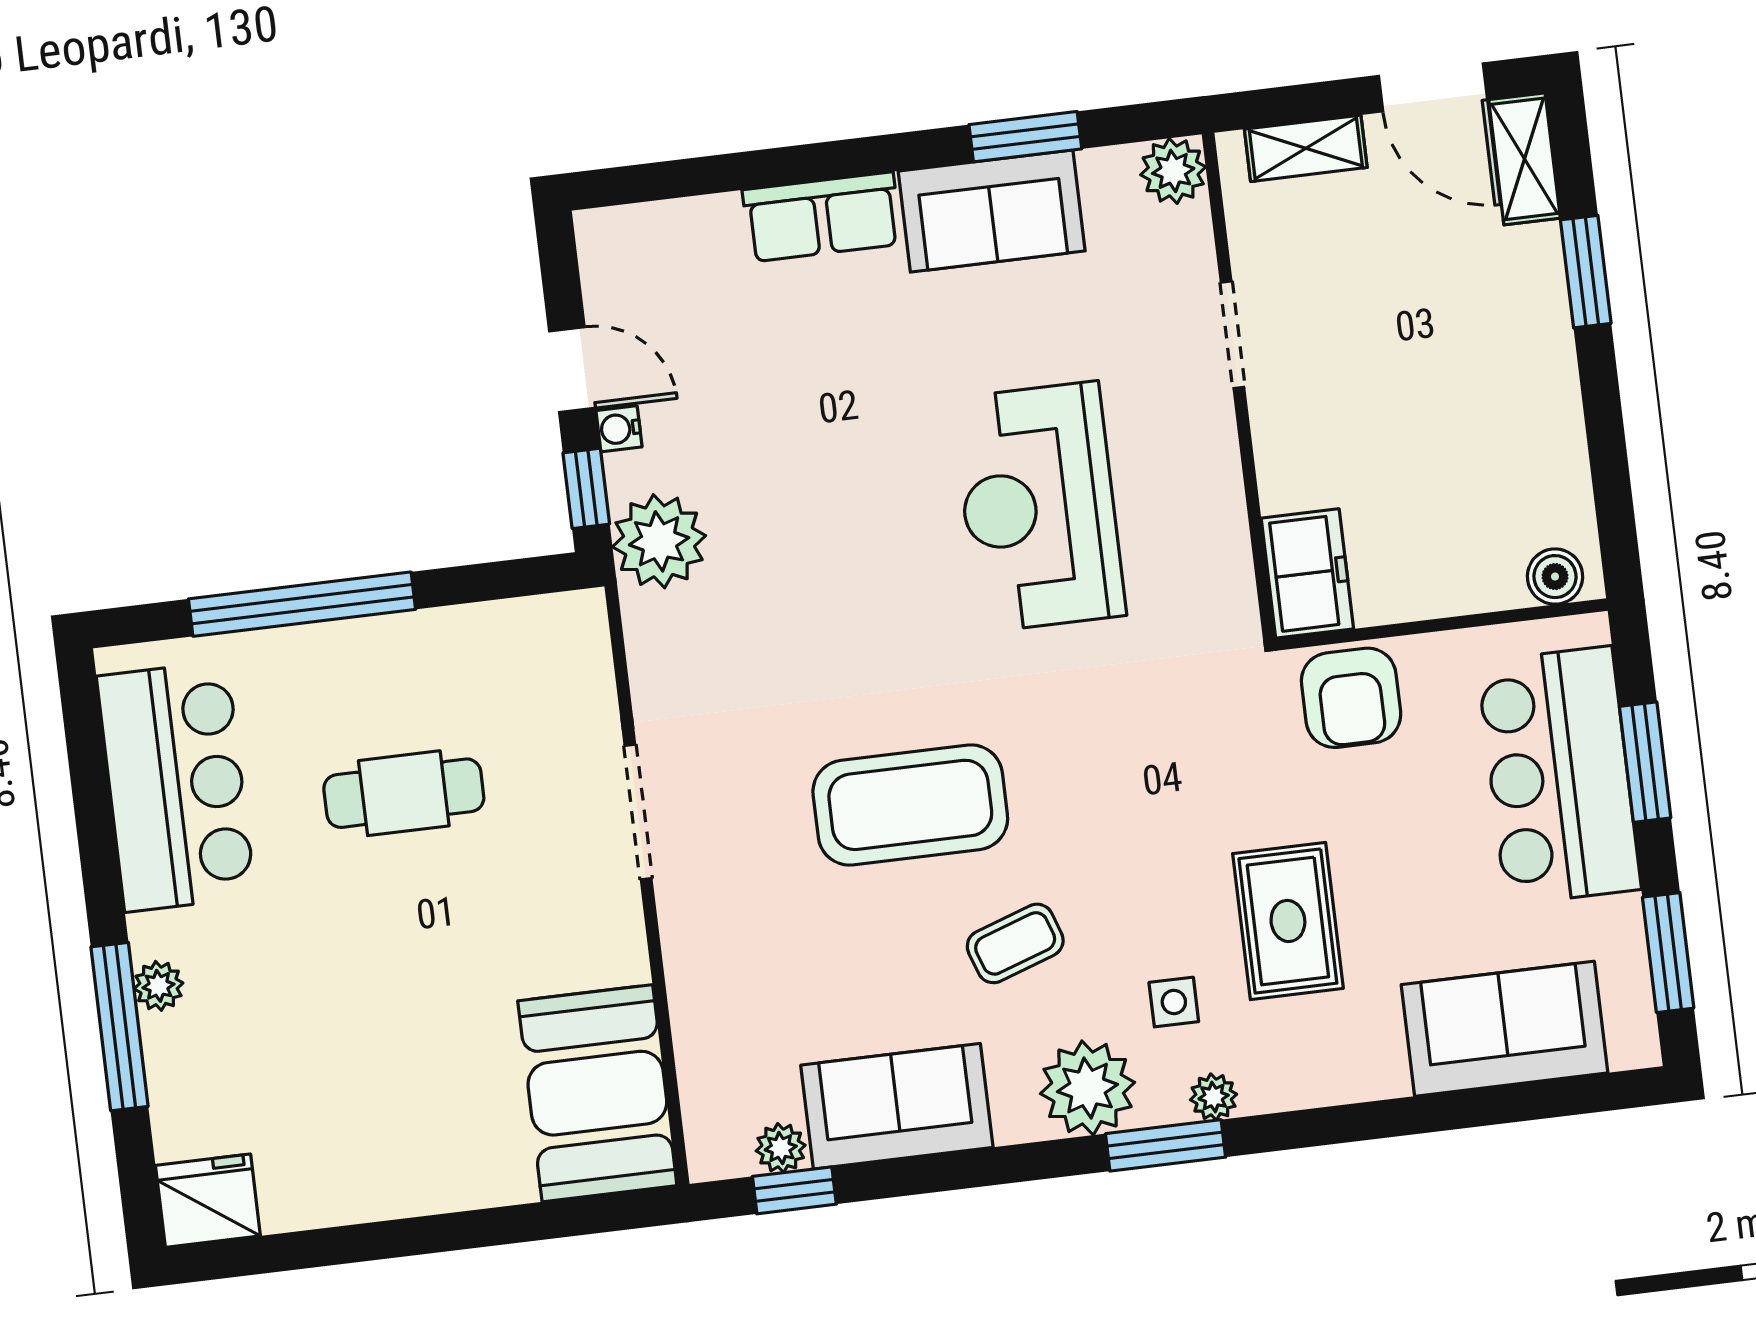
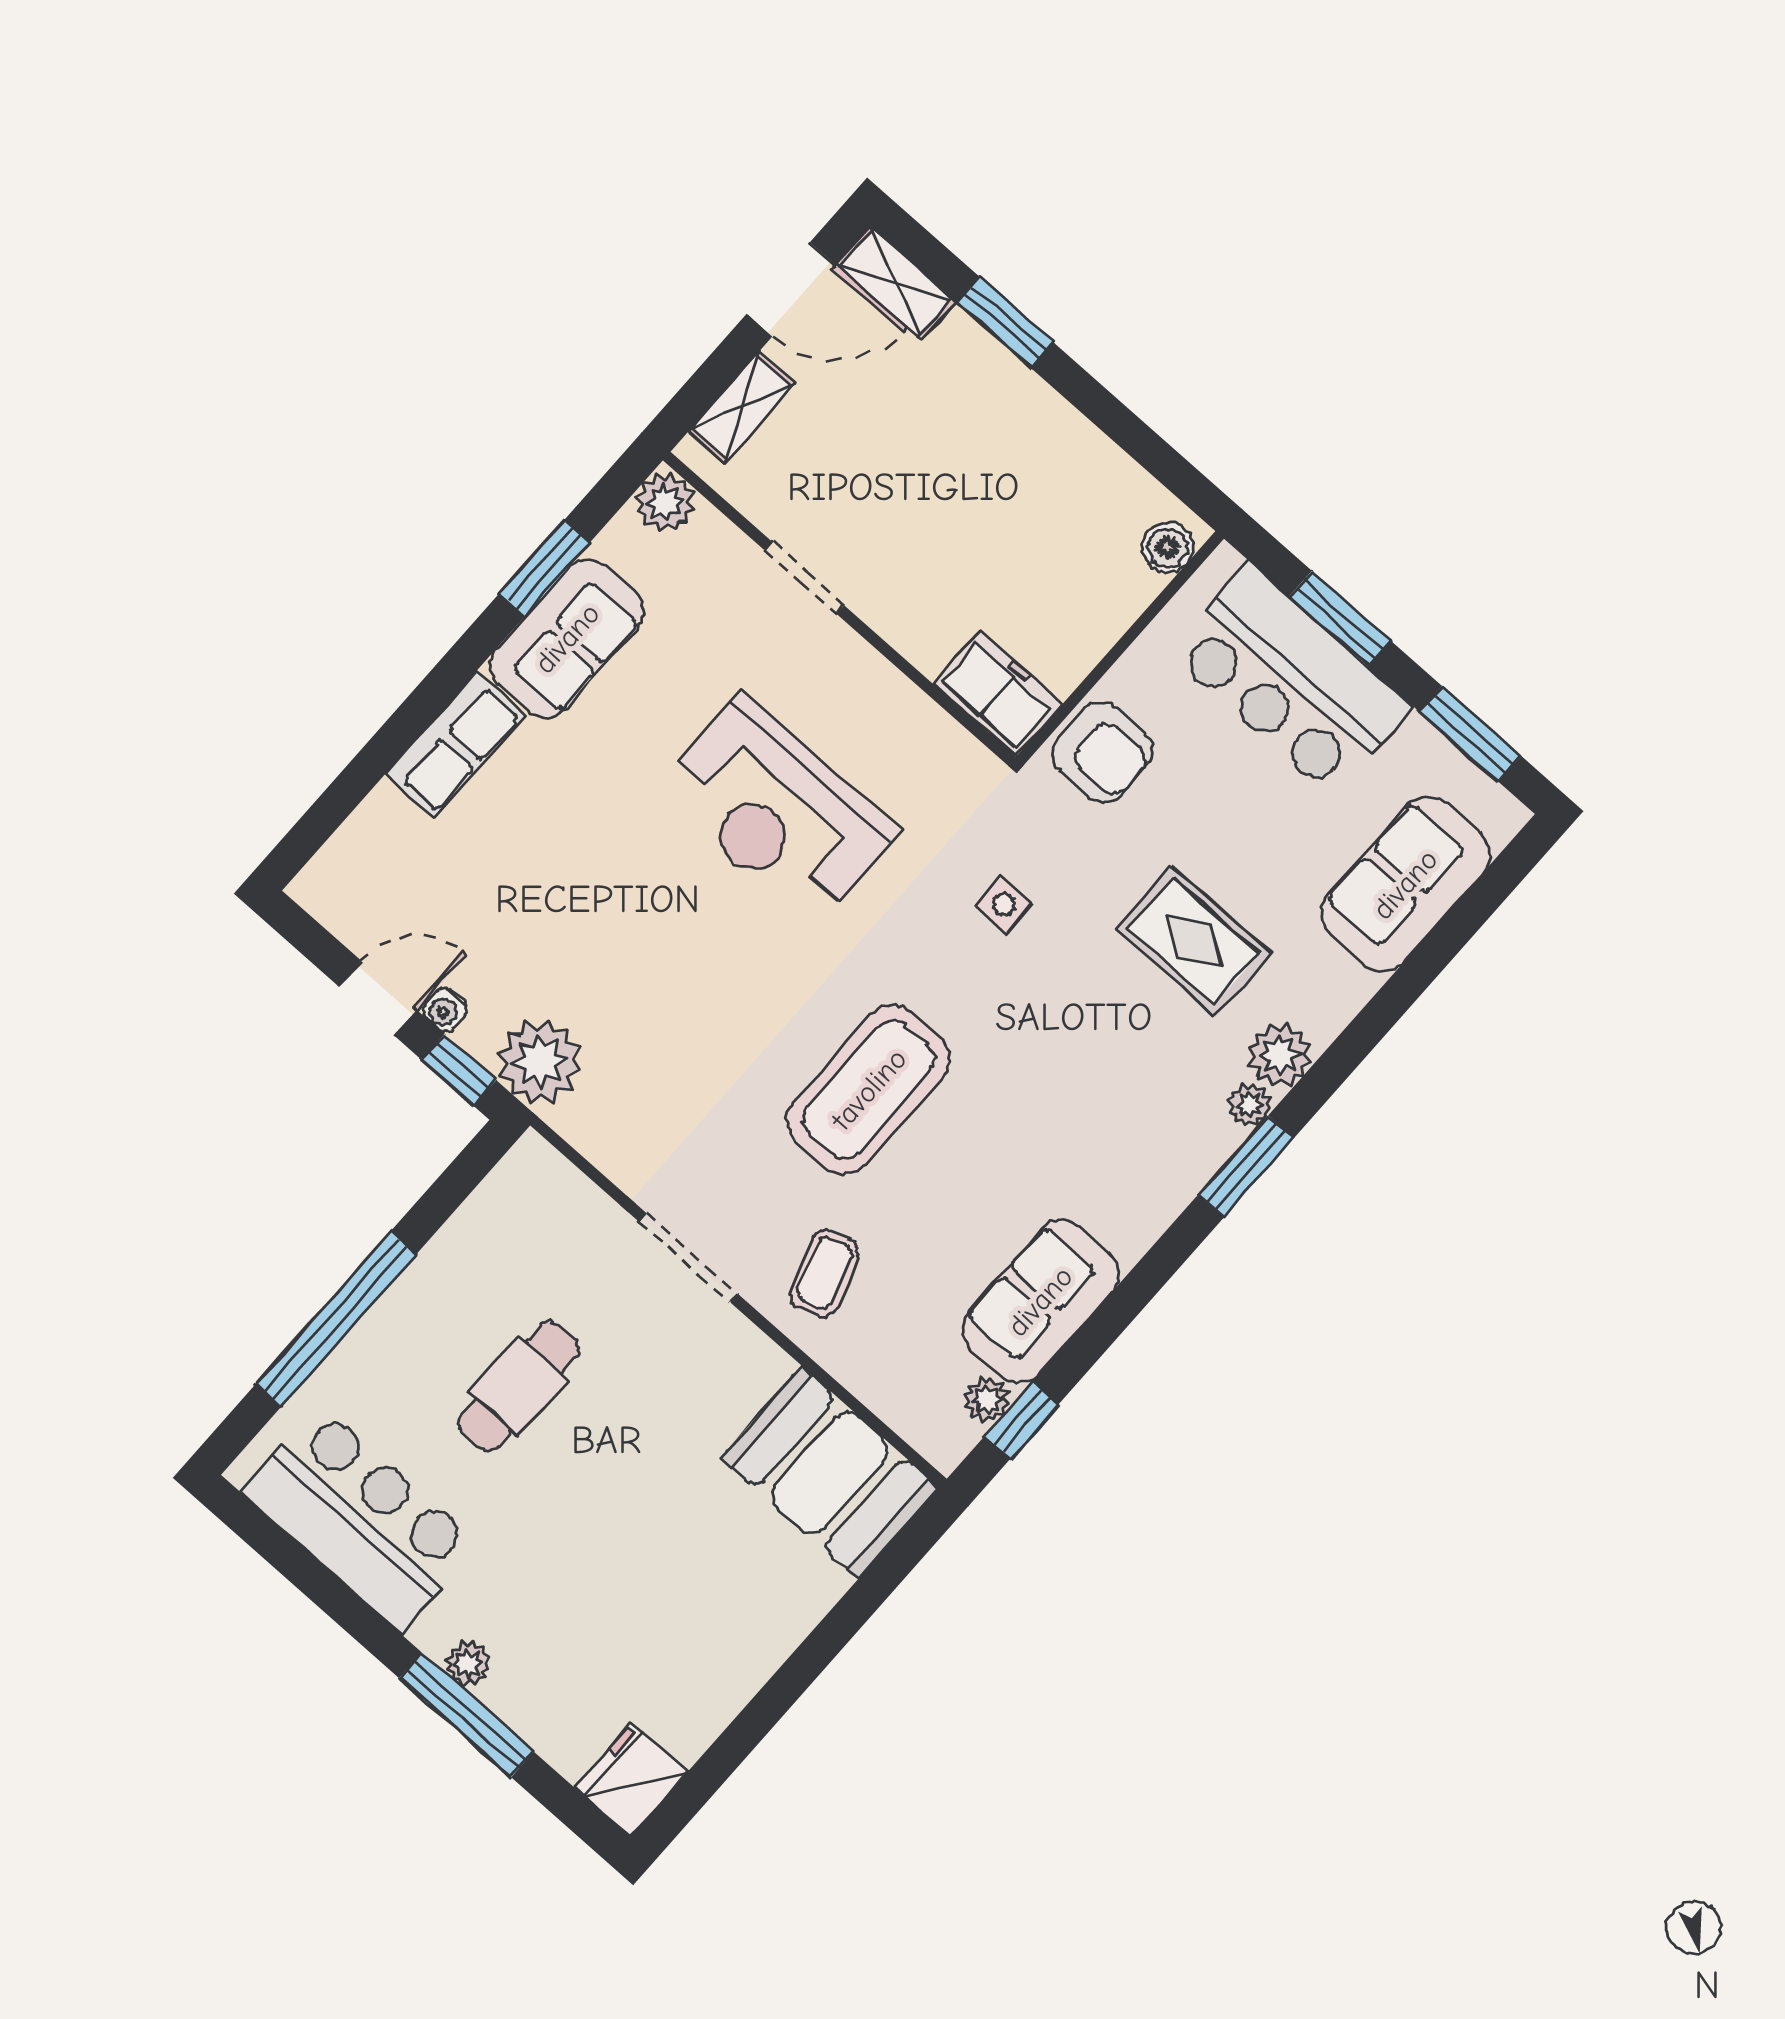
coffee table: (1015, 943) -> (824, 1273), moved
side table: (1174, 1002) -> (1004, 904), moved
plant: (1088, 1088) -> (1280, 1055), moved, width x0.73, depth x0.73

